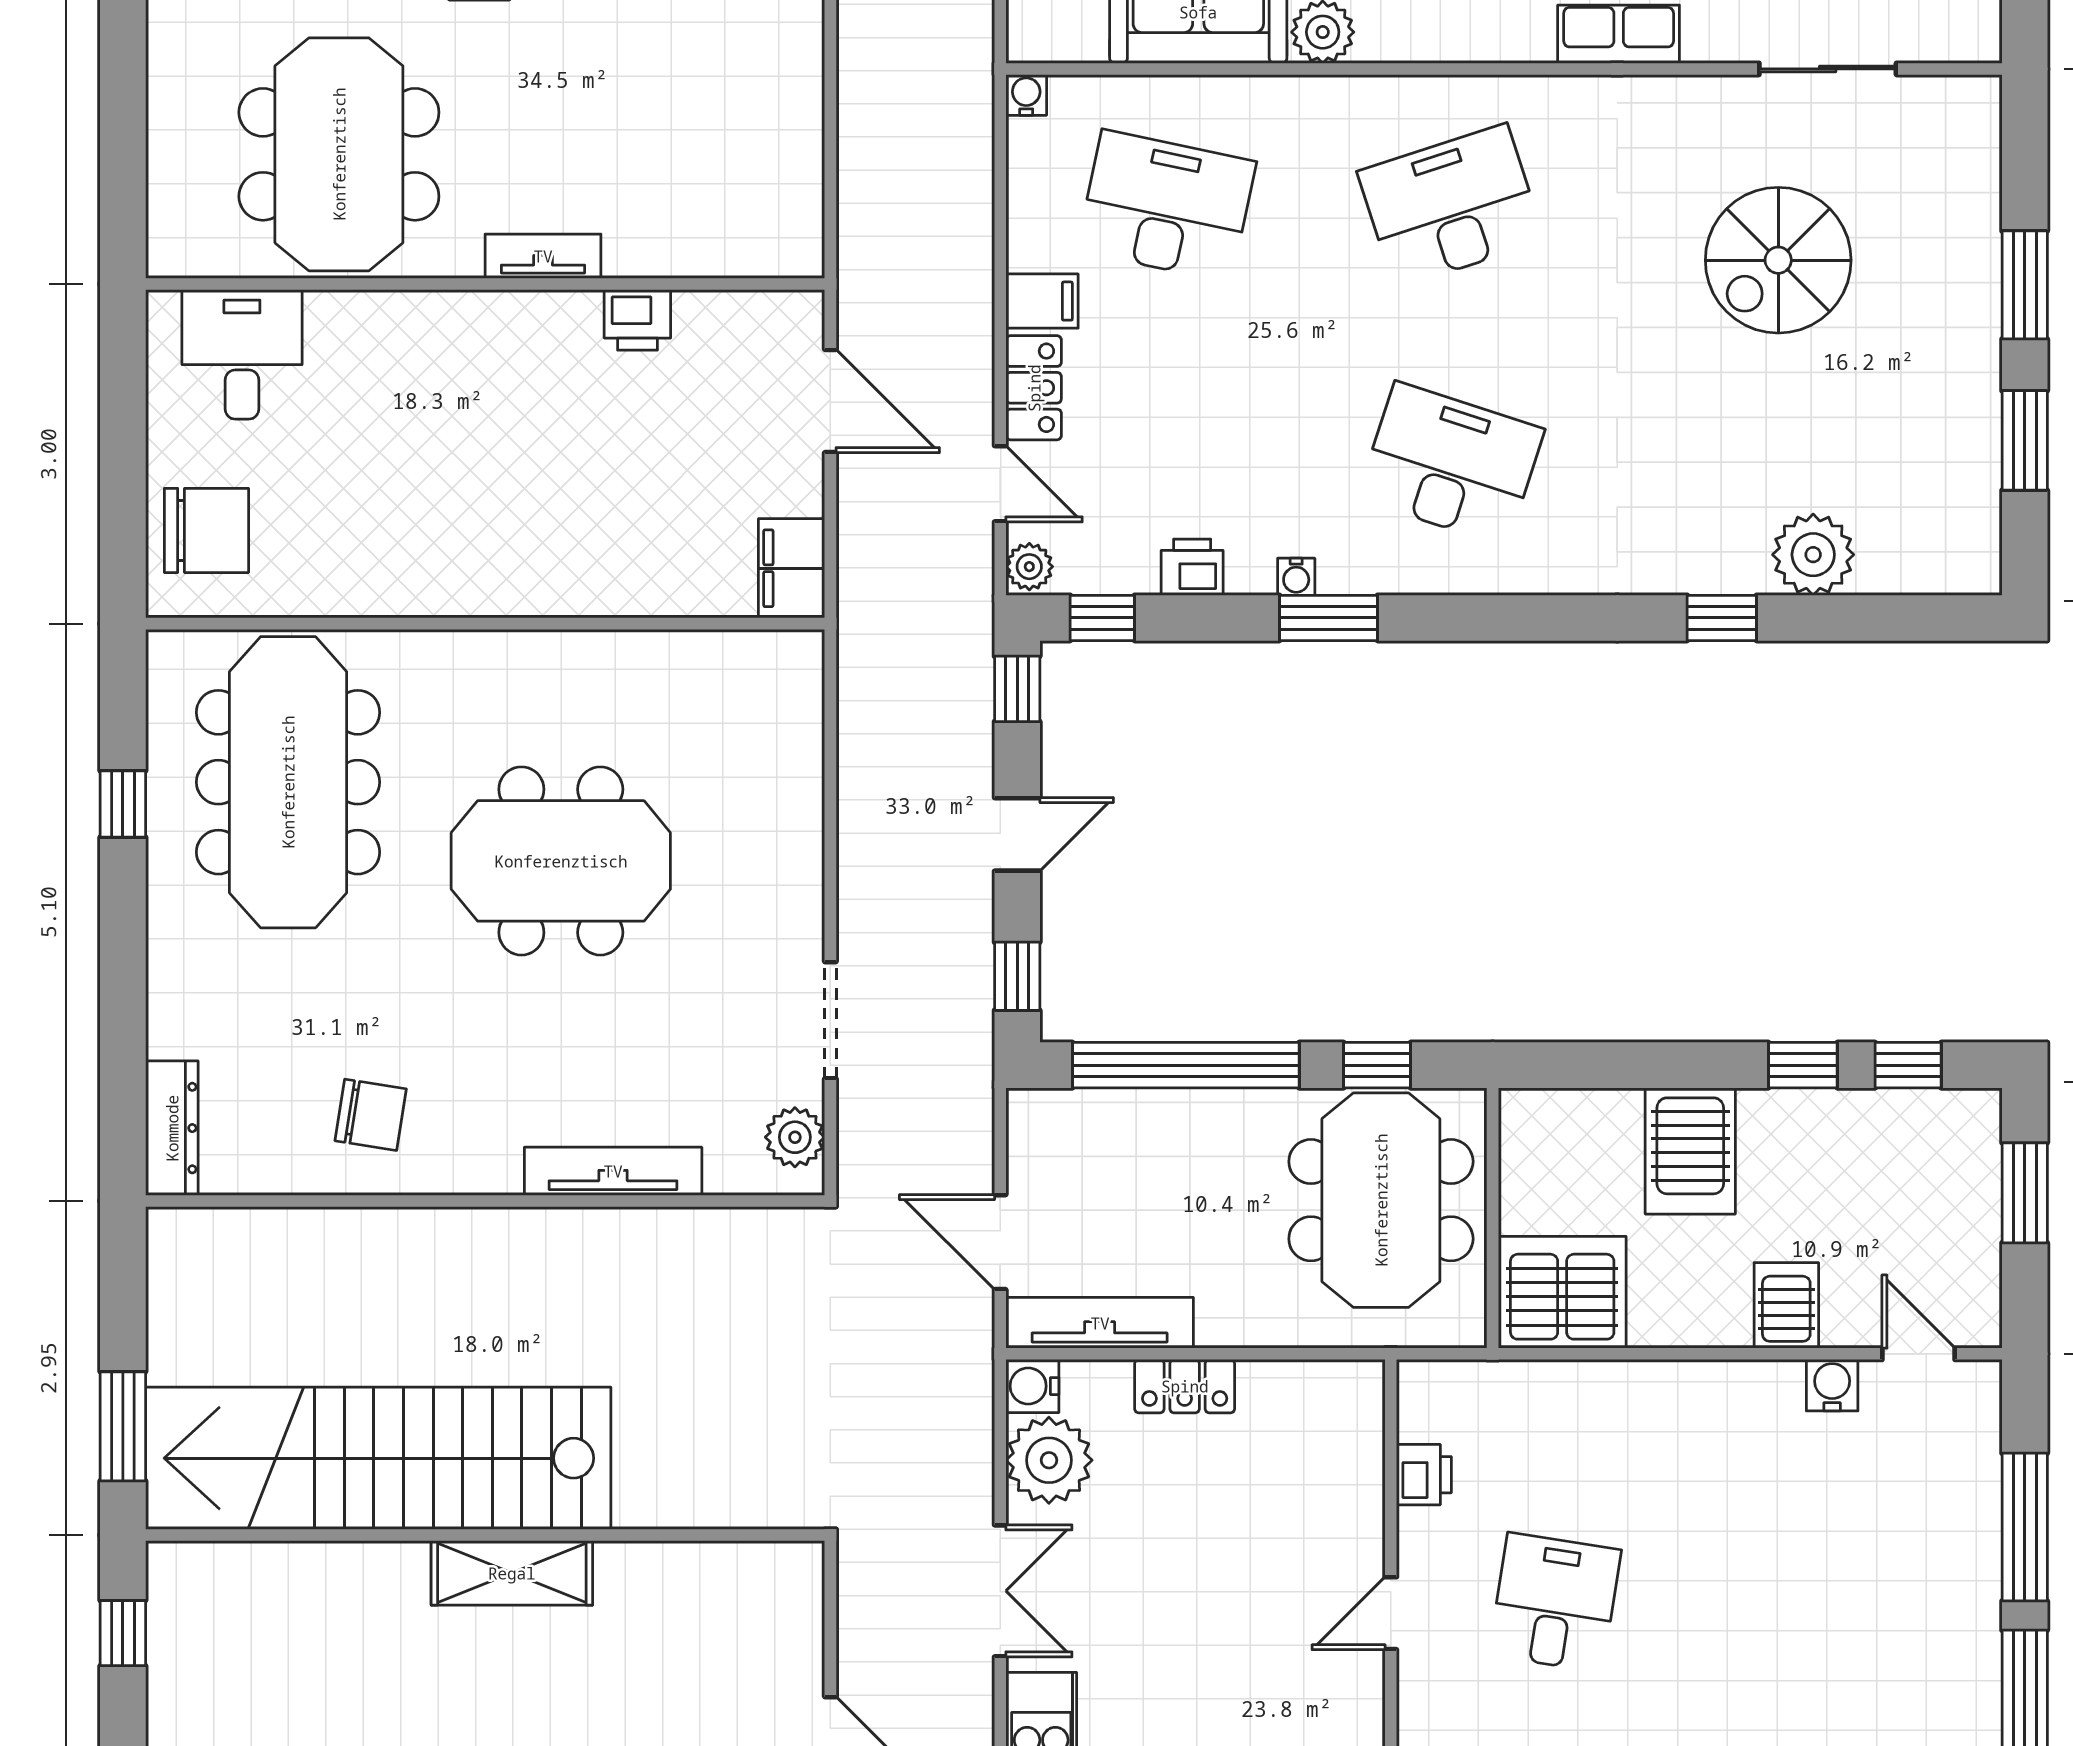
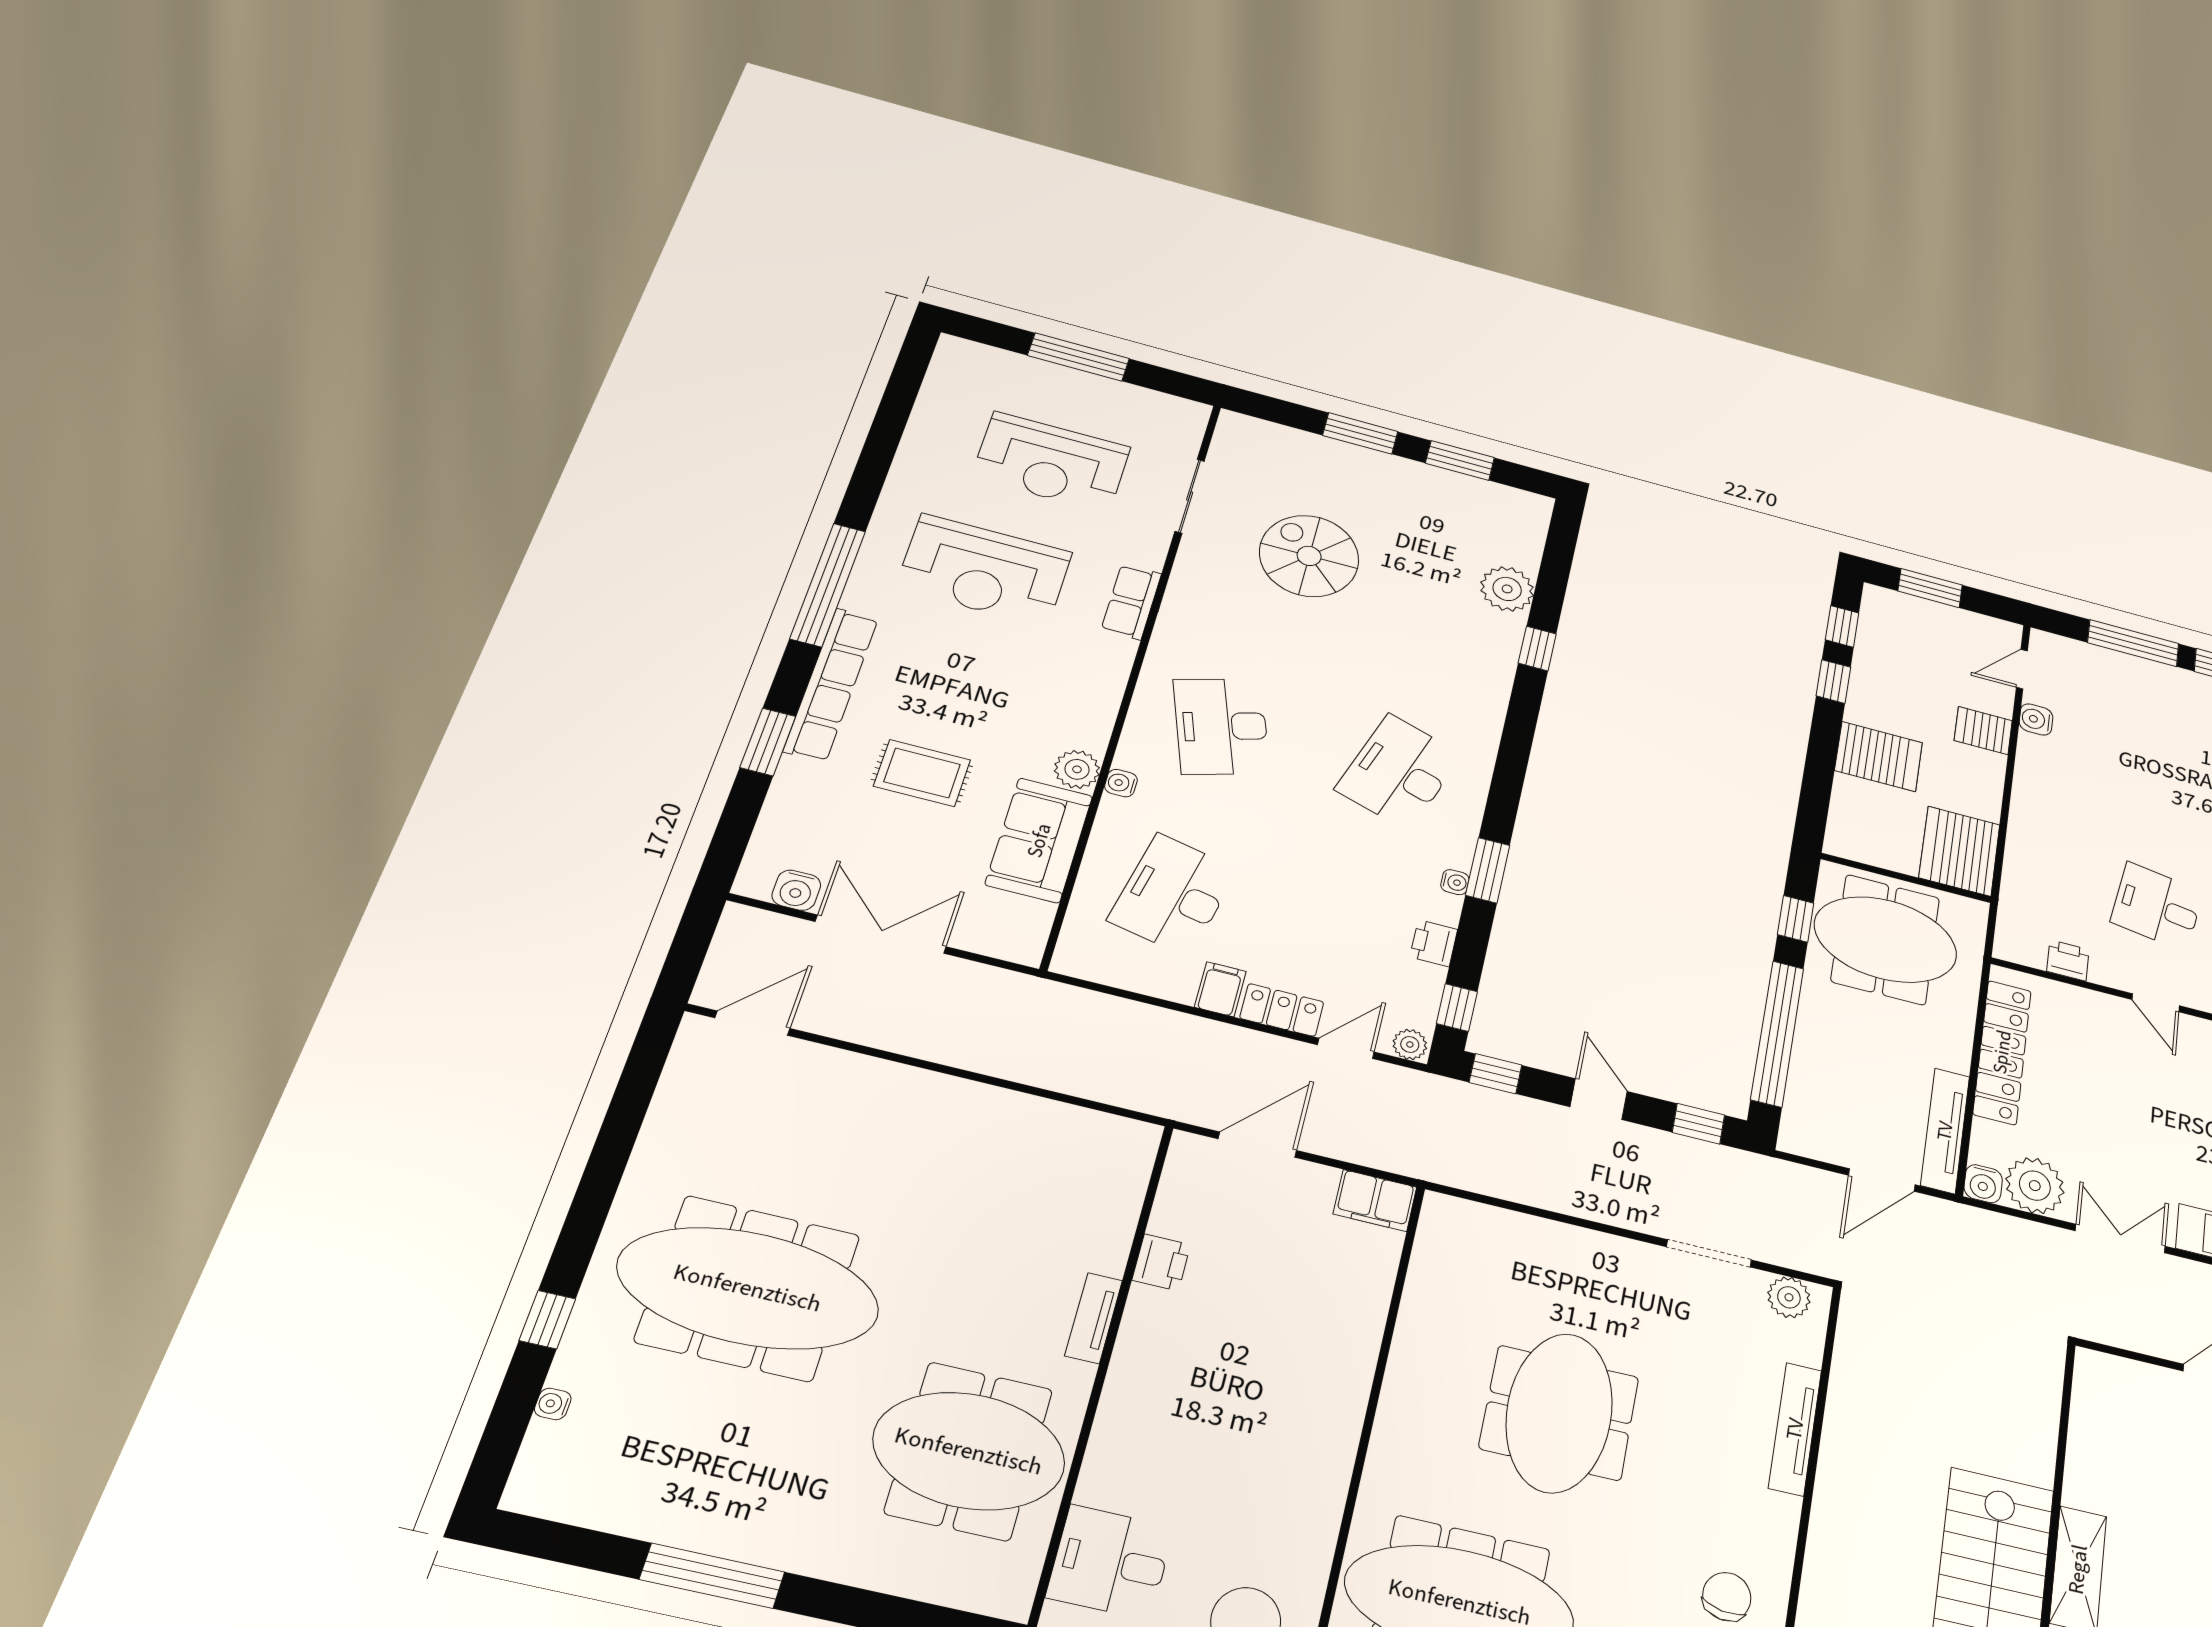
water cooler: (1026, 95) -> (1121, 783), moved
spiral stairs: (1778, 260) -> (1309, 556), turned 180
locker: (1185, 1386) -> (2002, 1052), width x2.16, depth x1.21

